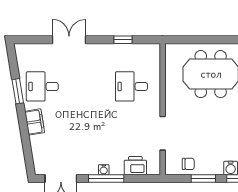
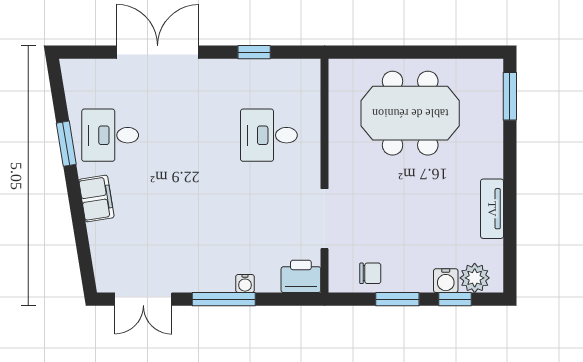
double door: (69, 40) -> (158, 52), width x1.37
printer: (135, 166) -> (301, 276), moved
water cooler: (104, 170) -> (245, 284), moved

